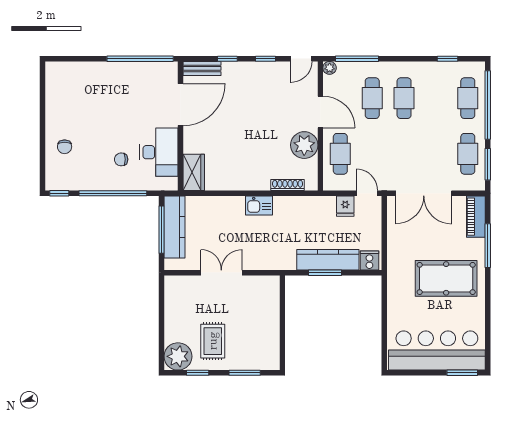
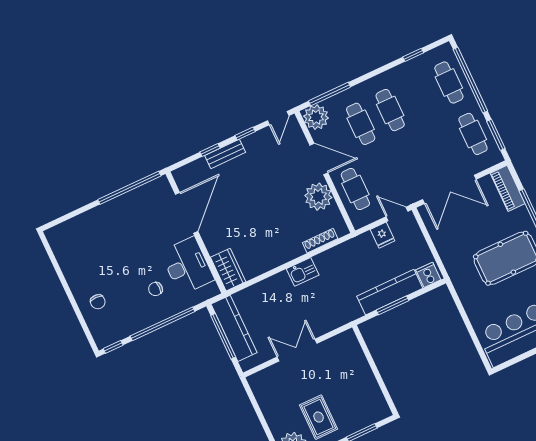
bench: (202, 68) -> (225, 154), moved
plant: (330, 68) -> (316, 117), width x1.88, depth x1.88

